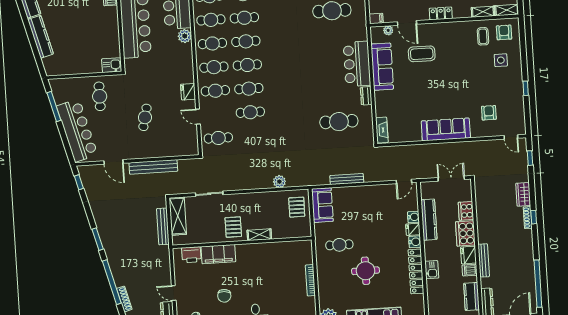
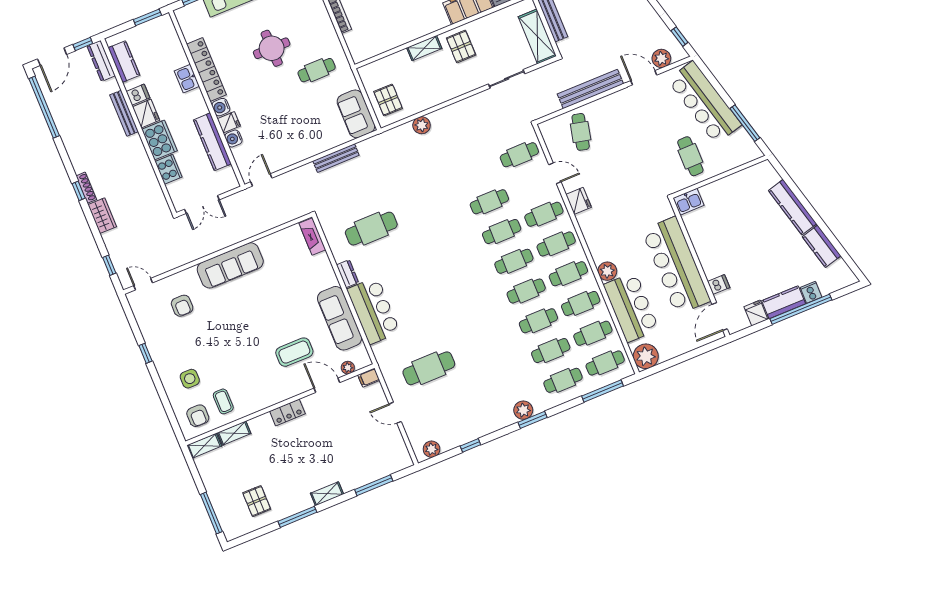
cafe table: (145, 117) -> (581, 132), moved
plant: (97, 171) -> (661, 58), added

